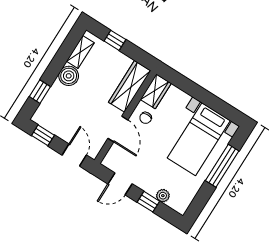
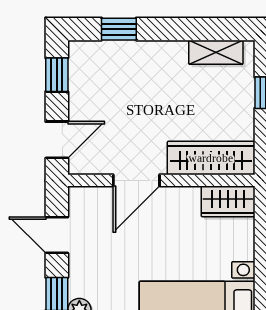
boiler: (69, 76) -> (169, 57), removed
chair: (146, 118) -> (179, 211), removed

